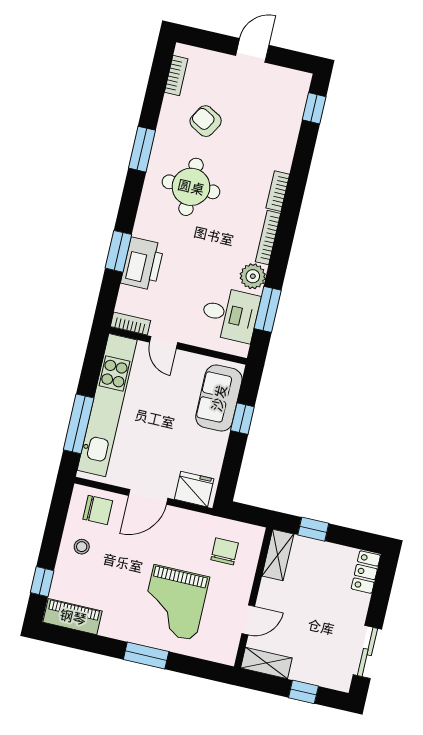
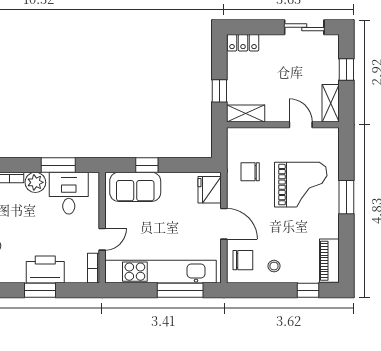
chair: (98, 510) -> (243, 260), turned 90
chair: (225, 551) -> (250, 172), moved

